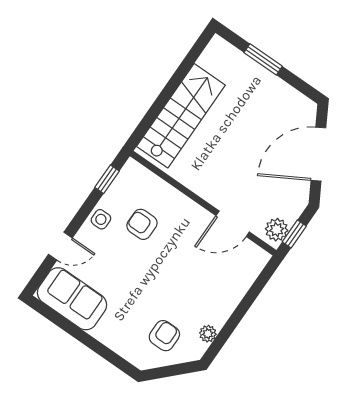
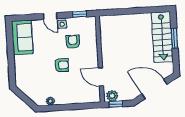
stairs: (181, 116) -> (162, 37), moved, turned 90
door: (60, 246) -> (50, 16), moved
armchair: (164, 336) -> (62, 65), moved

